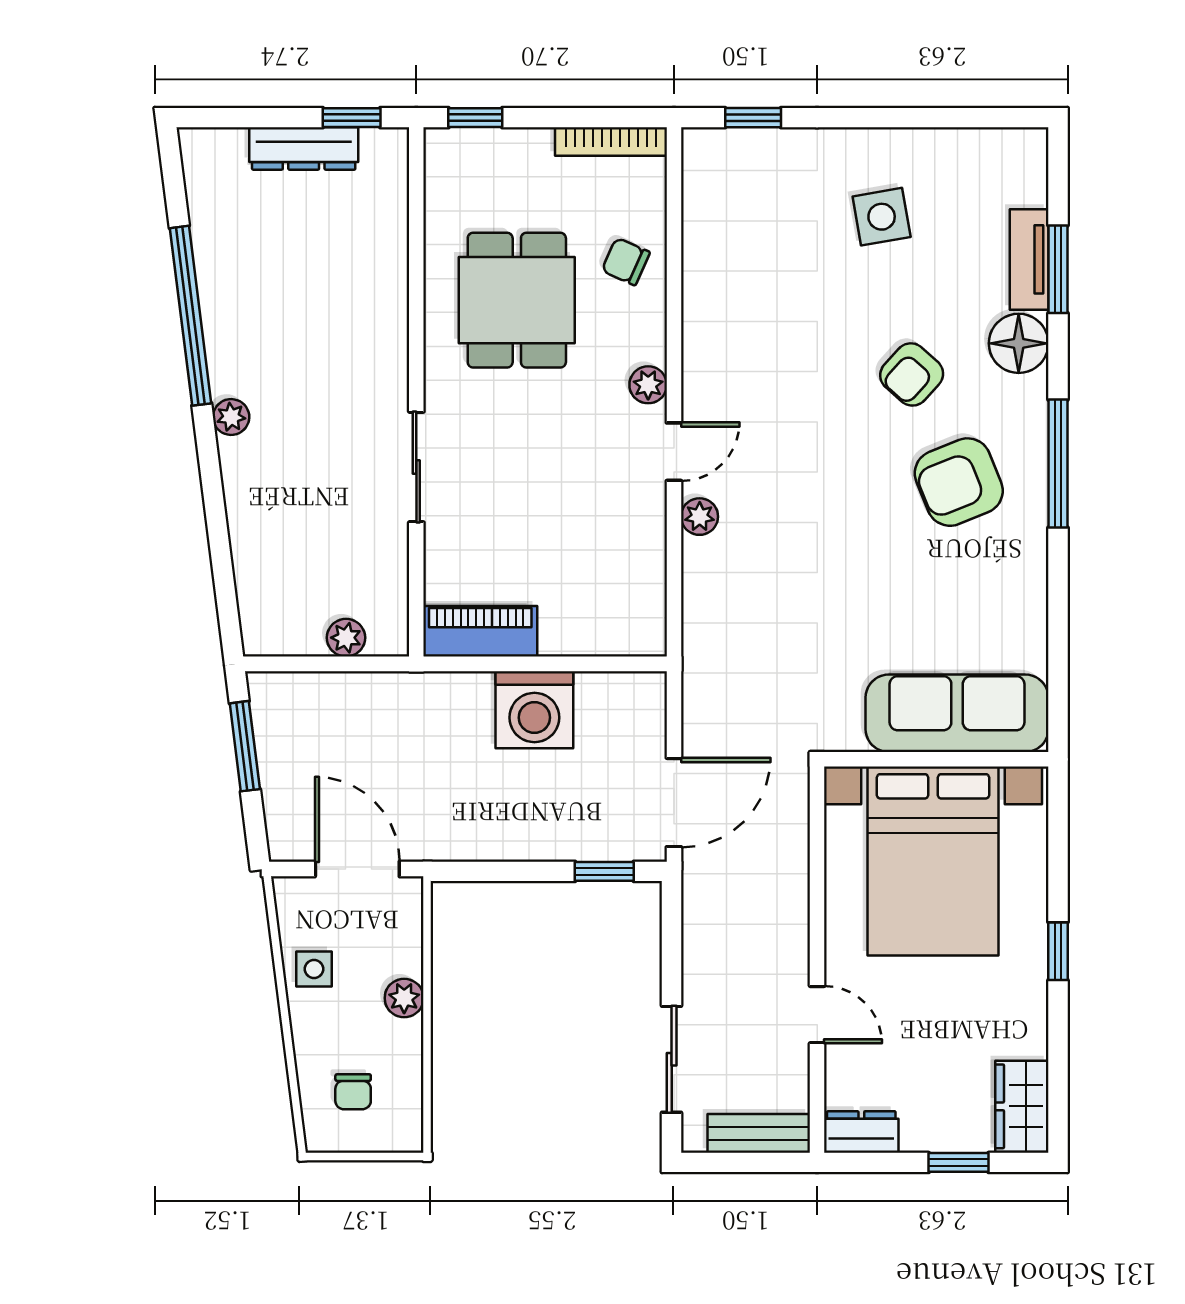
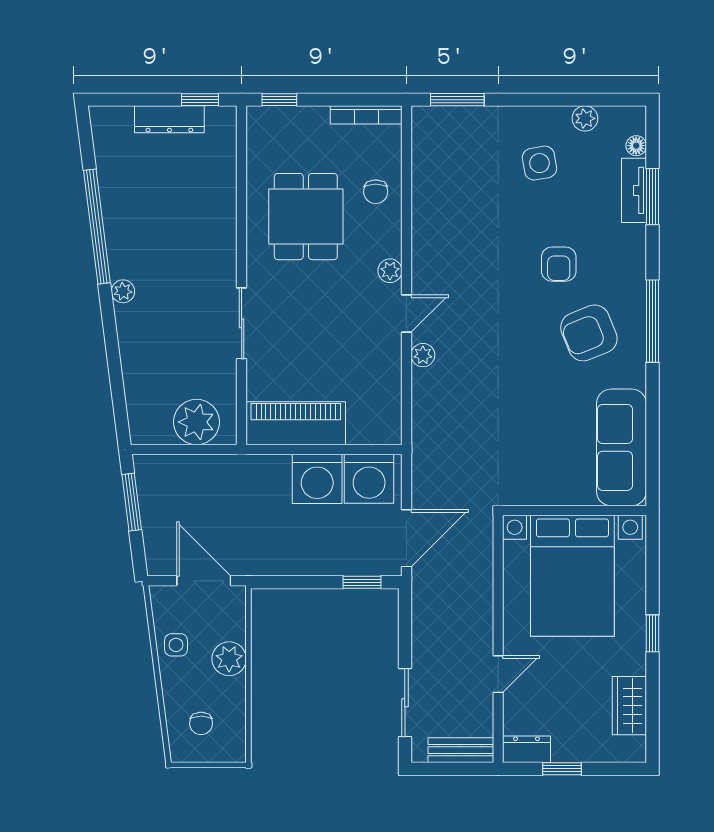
window: (753, 118) -> (457, 100), width x1.50
plant: (953, 147) -> (585, 118), added
chair: (626, 261) -> (376, 192), turned -114
floor lamp: (1019, 343) -> (636, 146), moved, width x0.53, depth x0.53
armchair: (912, 374) -> (559, 264), turned -42
piano: (480, 631) -> (296, 423), width x1.37, depth x1.33
plant: (346, 638) -> (197, 422), width x1.88, depth x1.88
washing machine: (615, 710) -> (369, 479), added
sofa: (957, 713) -> (621, 447), moved, turned -90
plant: (404, 998) -> (229, 659), width x1.38, depth x1.38
door: (817, 1015) -> (498, 674), hinge flipped
wardrobe: (1022, 1106) -> (629, 706), moved
window: (959, 1162) -> (562, 769), moved

